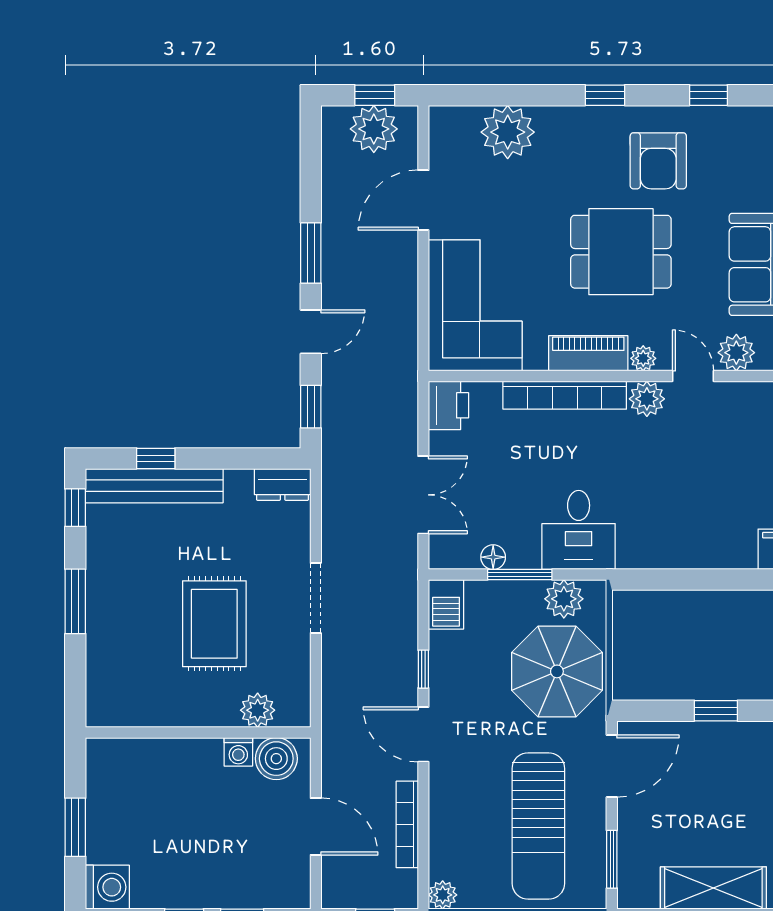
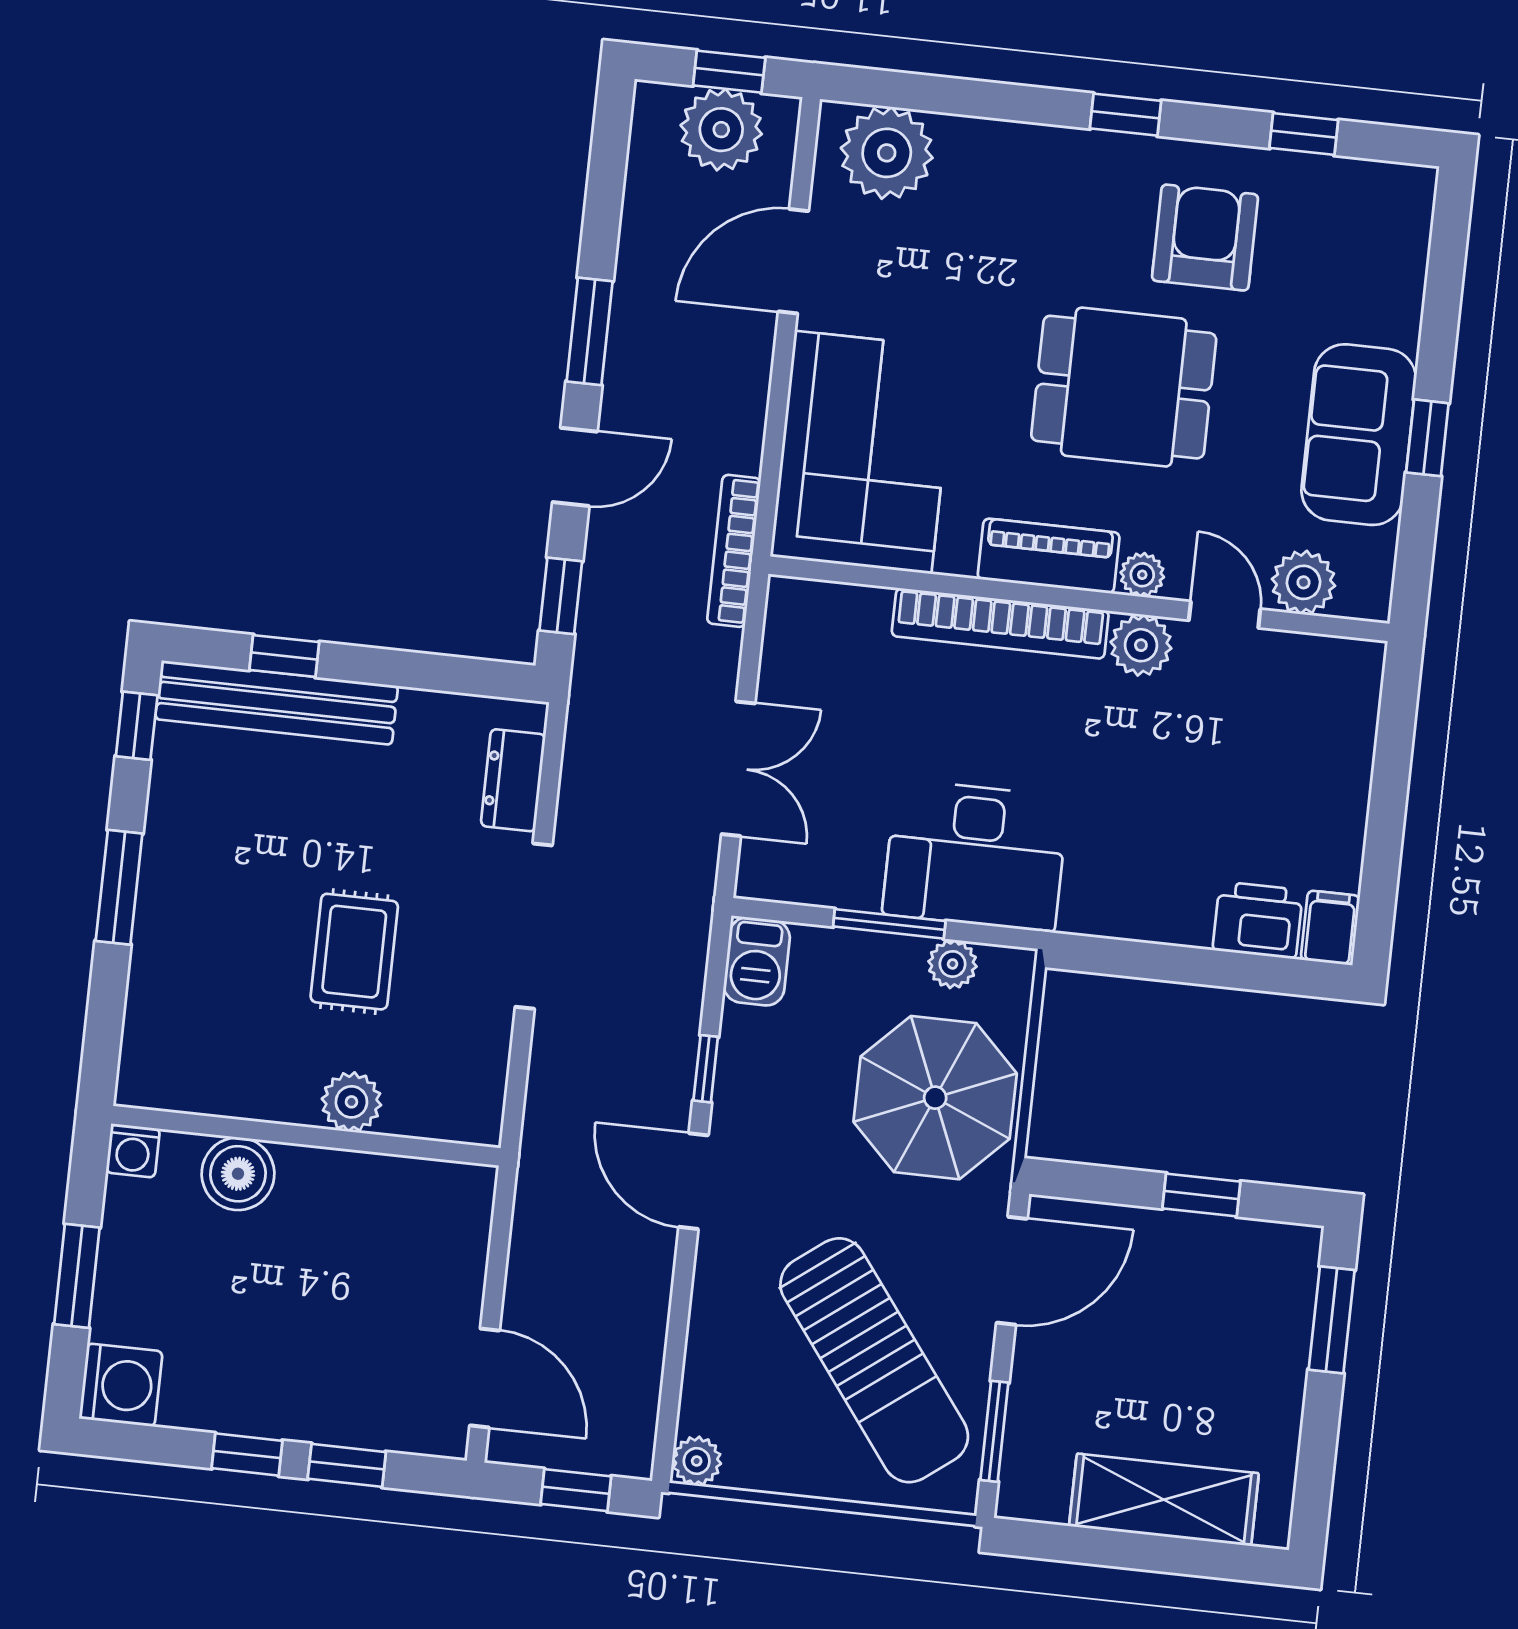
plant: (508, 132) -> (887, 153), moved
armchair: (658, 161) -> (1205, 238), turned 180
printer: (449, 405) -> (1258, 920), moved, turned -90
dresser: (283, 484) -> (513, 780), moved, turned 90
desk: (579, 530) -> (975, 856), width x1.37
floor lamp: (493, 557) -> (847, 889), removed
doorway: (316, 598) -> (534, 926), width x1.36
plant: (564, 599) -> (952, 964), width x0.73, depth x0.73
rug: (214, 624) -> (354, 952), width x0.73, depth x0.70
plant: (258, 710) -> (351, 1102), moved
washing machine: (238, 752) -> (133, 1151), moved
boiler: (276, 759) -> (238, 1174), moved
bookcase: (407, 824) -> (734, 551), moved
door: (316, 826) -> (485, 1378), moved
sun lounger: (538, 826) -> (874, 1360), turned -37

